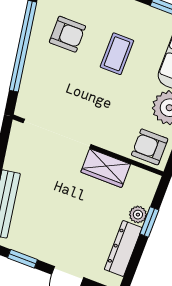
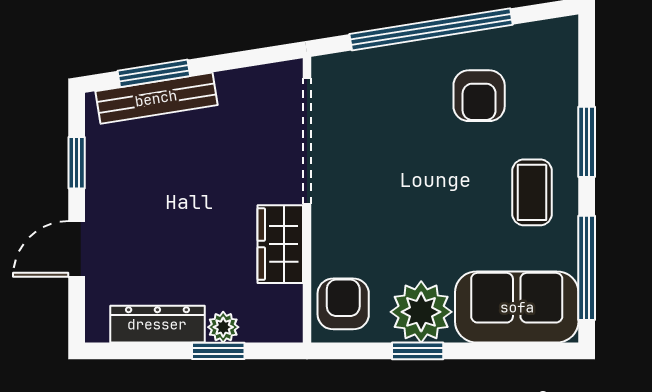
coffee table: (117, 54) -> (532, 192), moved, turned 90

